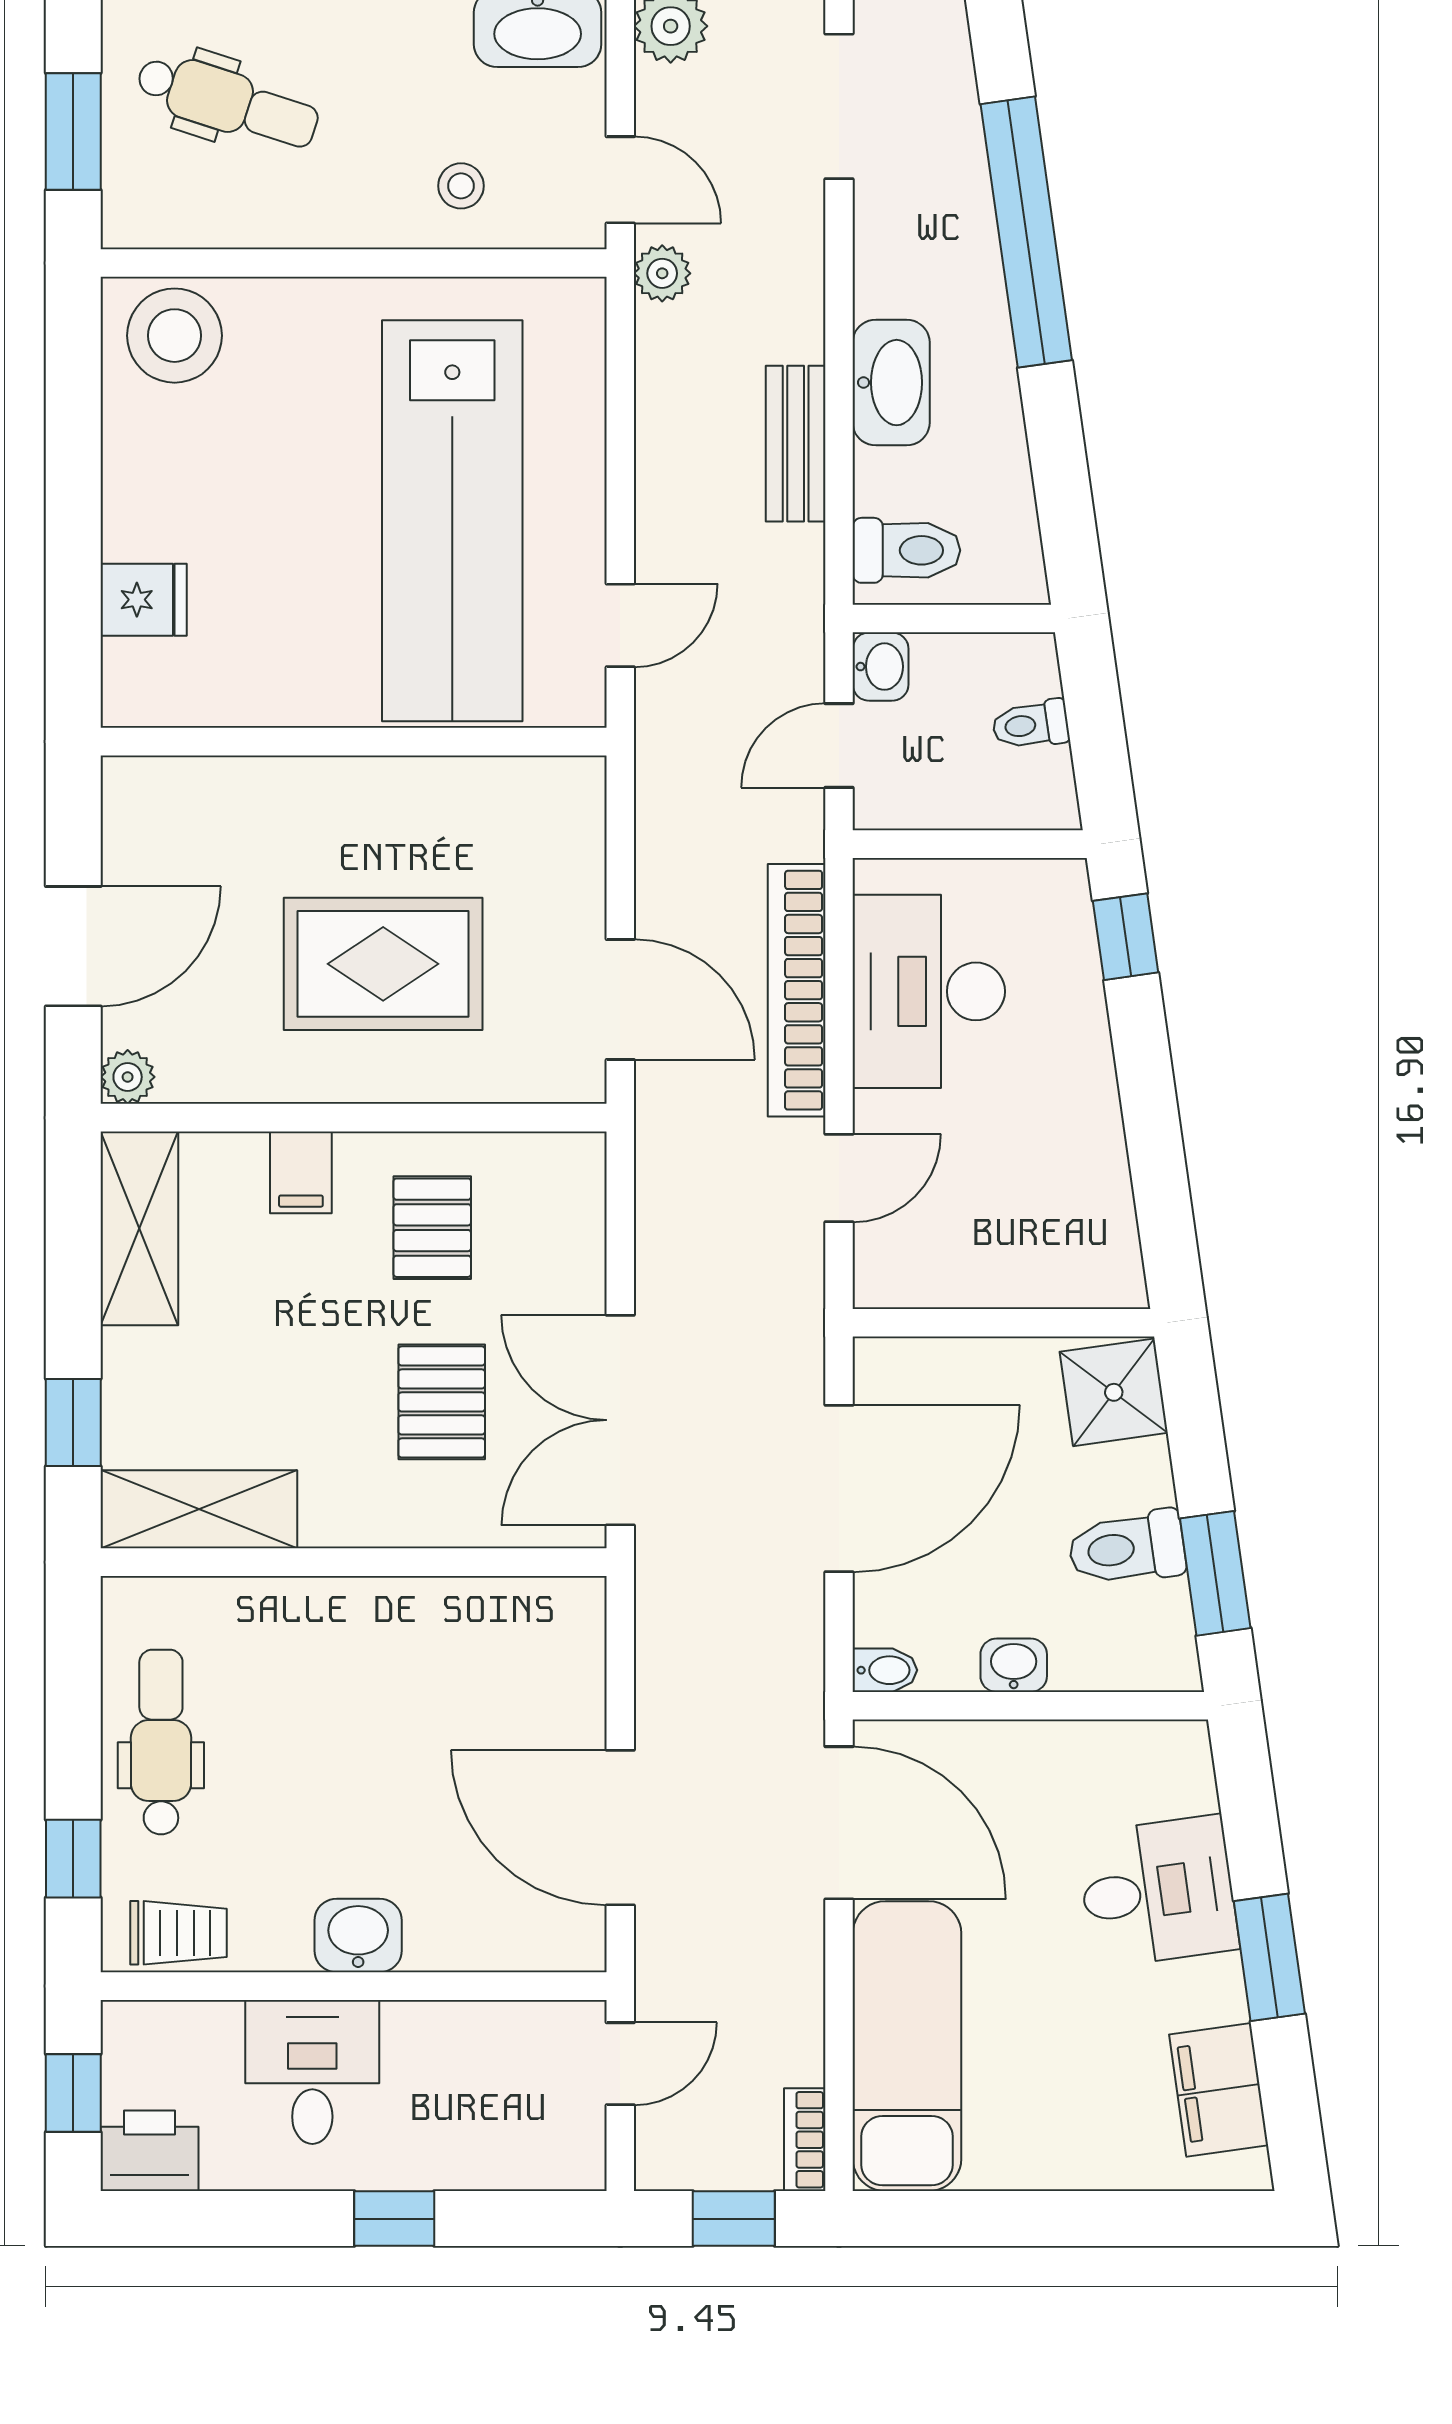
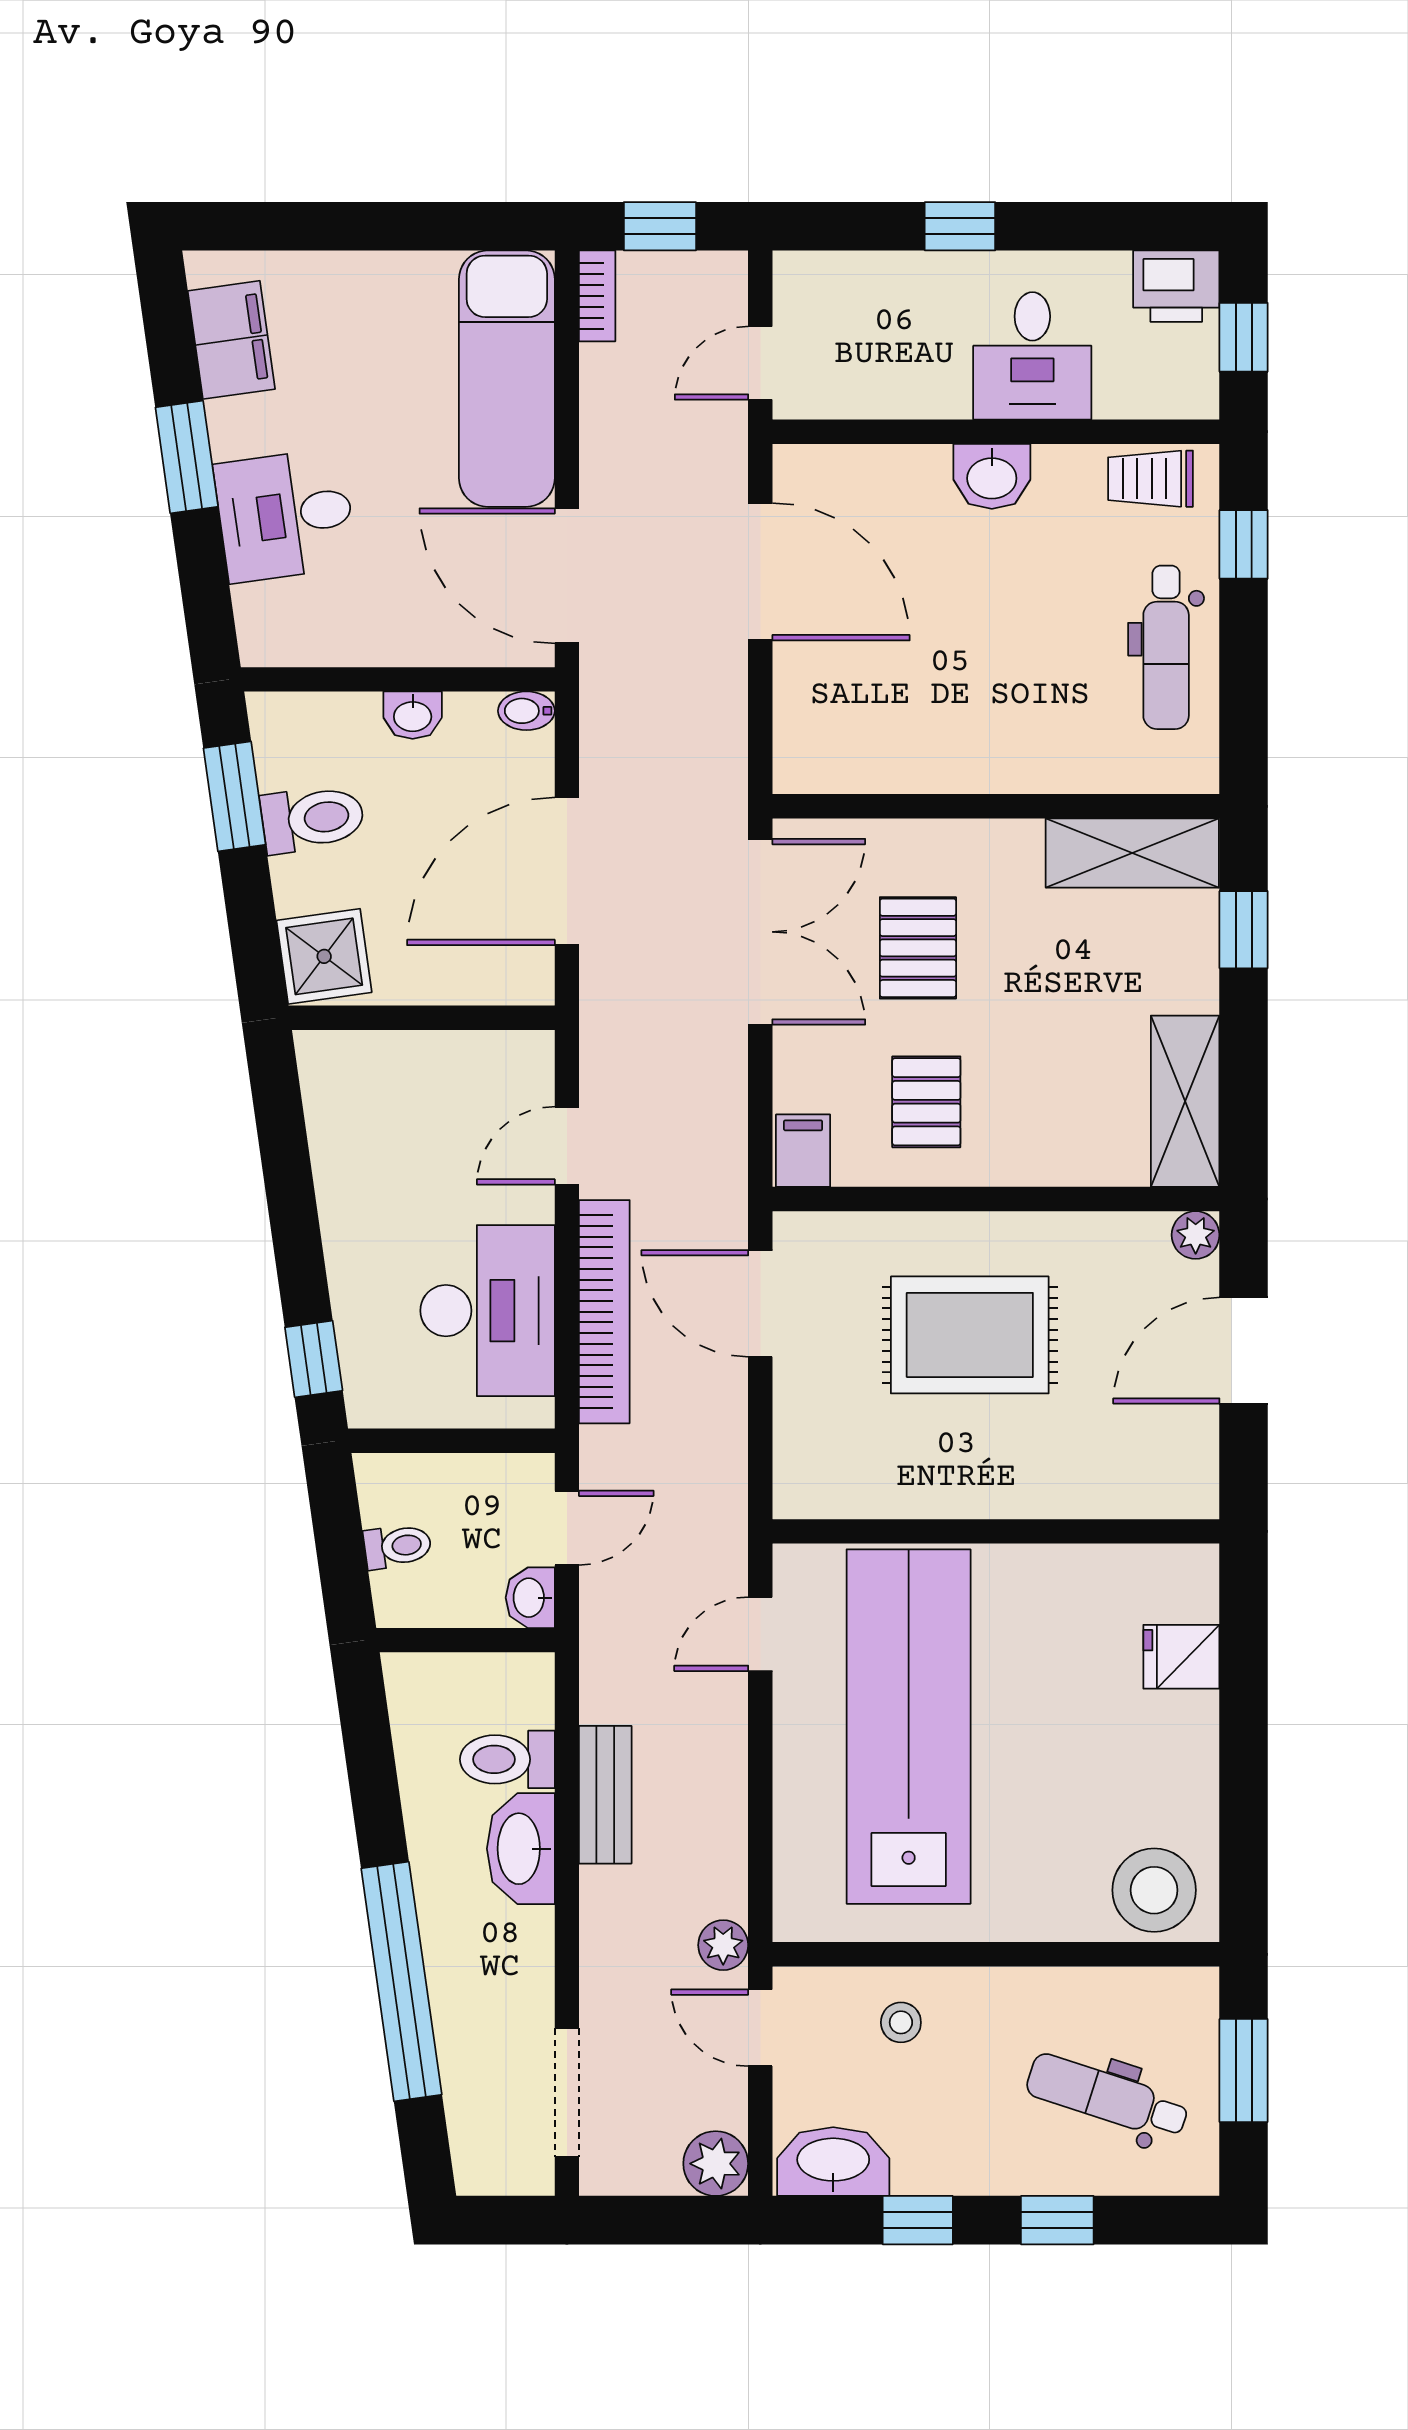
toilet: (906, 550) -> (507, 1759), moved
filing cabinet: (301, 1172) -> (803, 1151), moved

